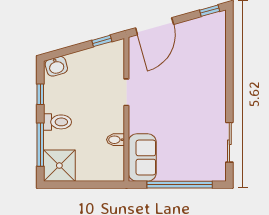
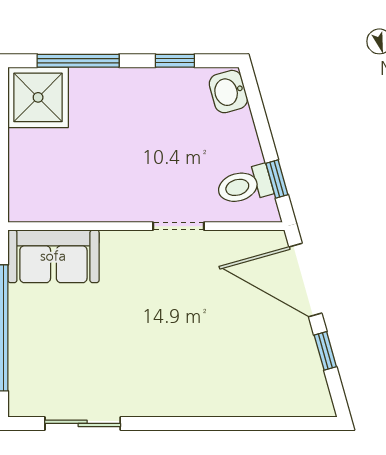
window: (210, 11) -> (325, 351), moved
toilet: (57, 122) -> (244, 185), moved, turned 74
bidet: (116, 140) -> (88, 205), removed

